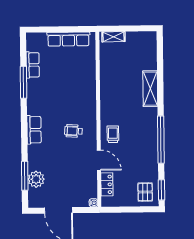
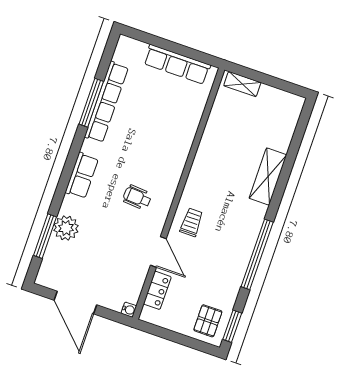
row of seats: (33, 65) -> (106, 102), width x2.02
plant: (36, 179) -> (66, 228), moved

